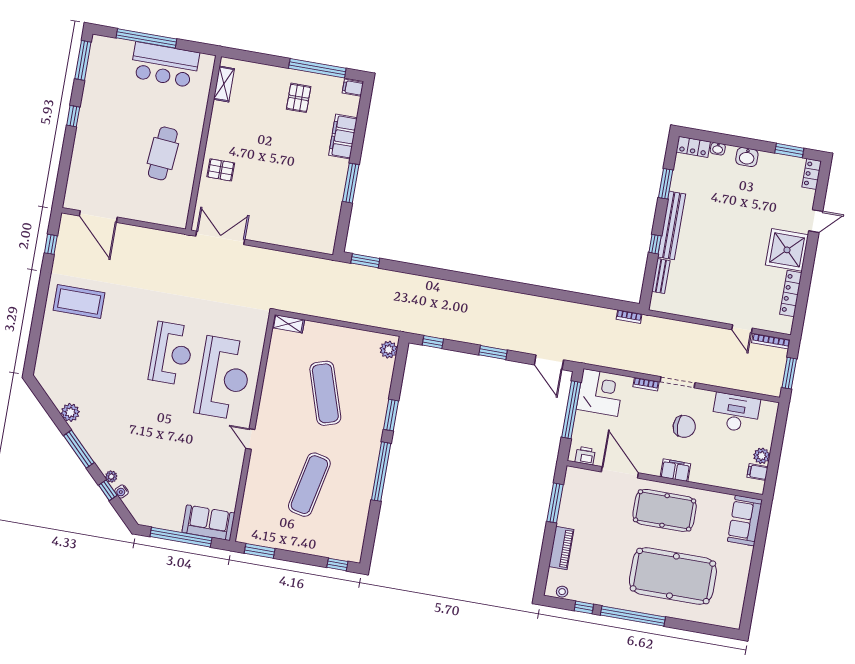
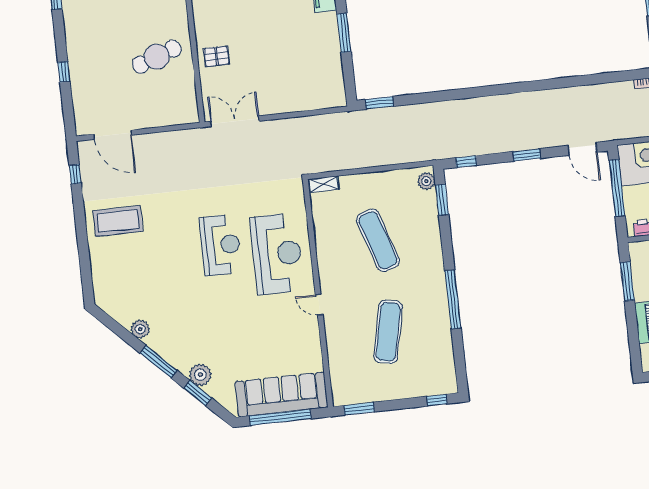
window: (73, 116) -> (64, 72), moved
cafe table: (163, 153) -> (157, 57), turned 65
window: (391, 415) -> (442, 200), moved
plant: (111, 477) -> (200, 375), width x1.88, depth x1.88
window: (108, 490) -> (198, 393), width x1.50
water cooler: (122, 492) -> (211, 390), removed
sofa: (208, 523) -> (281, 394), width x1.85, depth x1.27

